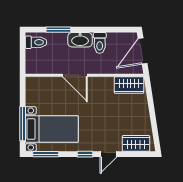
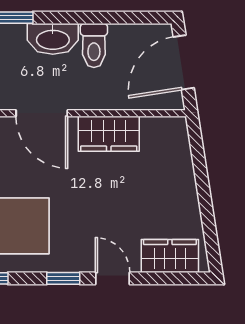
wardrobe: (129, 85) -> (109, 134), moved
door: (109, 154) -> (113, 278), swing flipped

